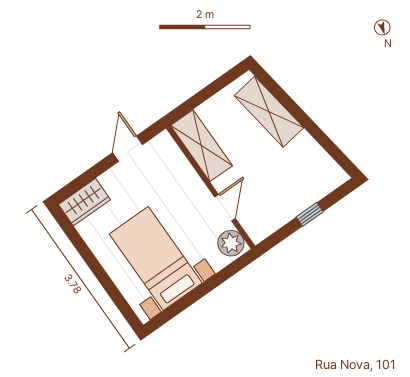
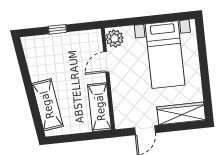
wardrobe: (84, 202) -> (181, 113), width x1.50

